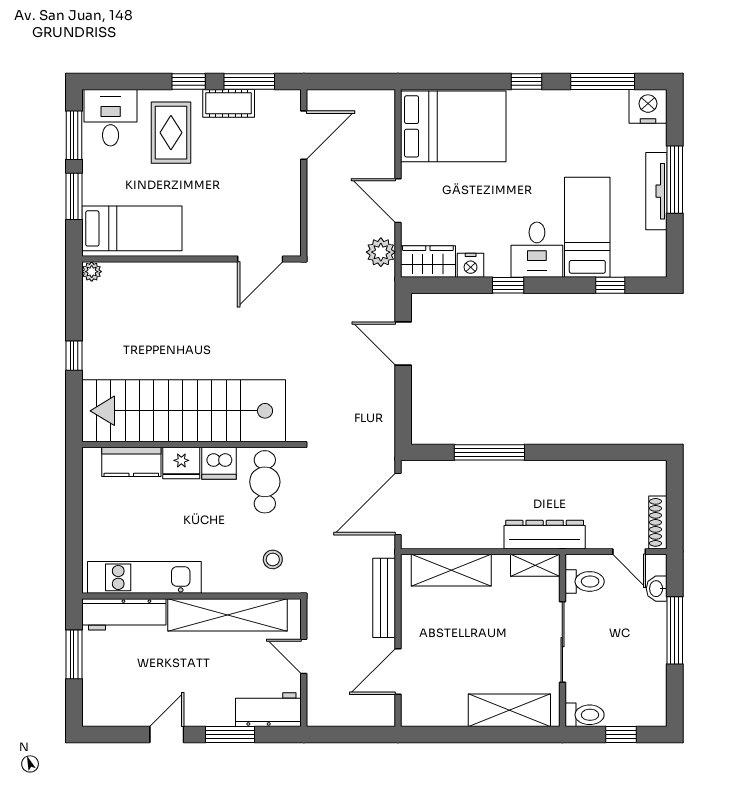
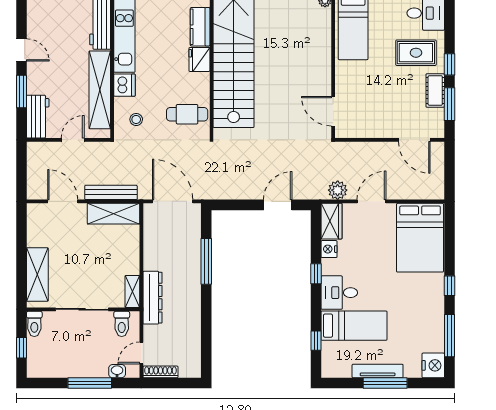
dishwasher: (219, 463) -> (124, 85), moved, turned 180
shelving: (451, 570) -> (113, 214), moved, turned 90

